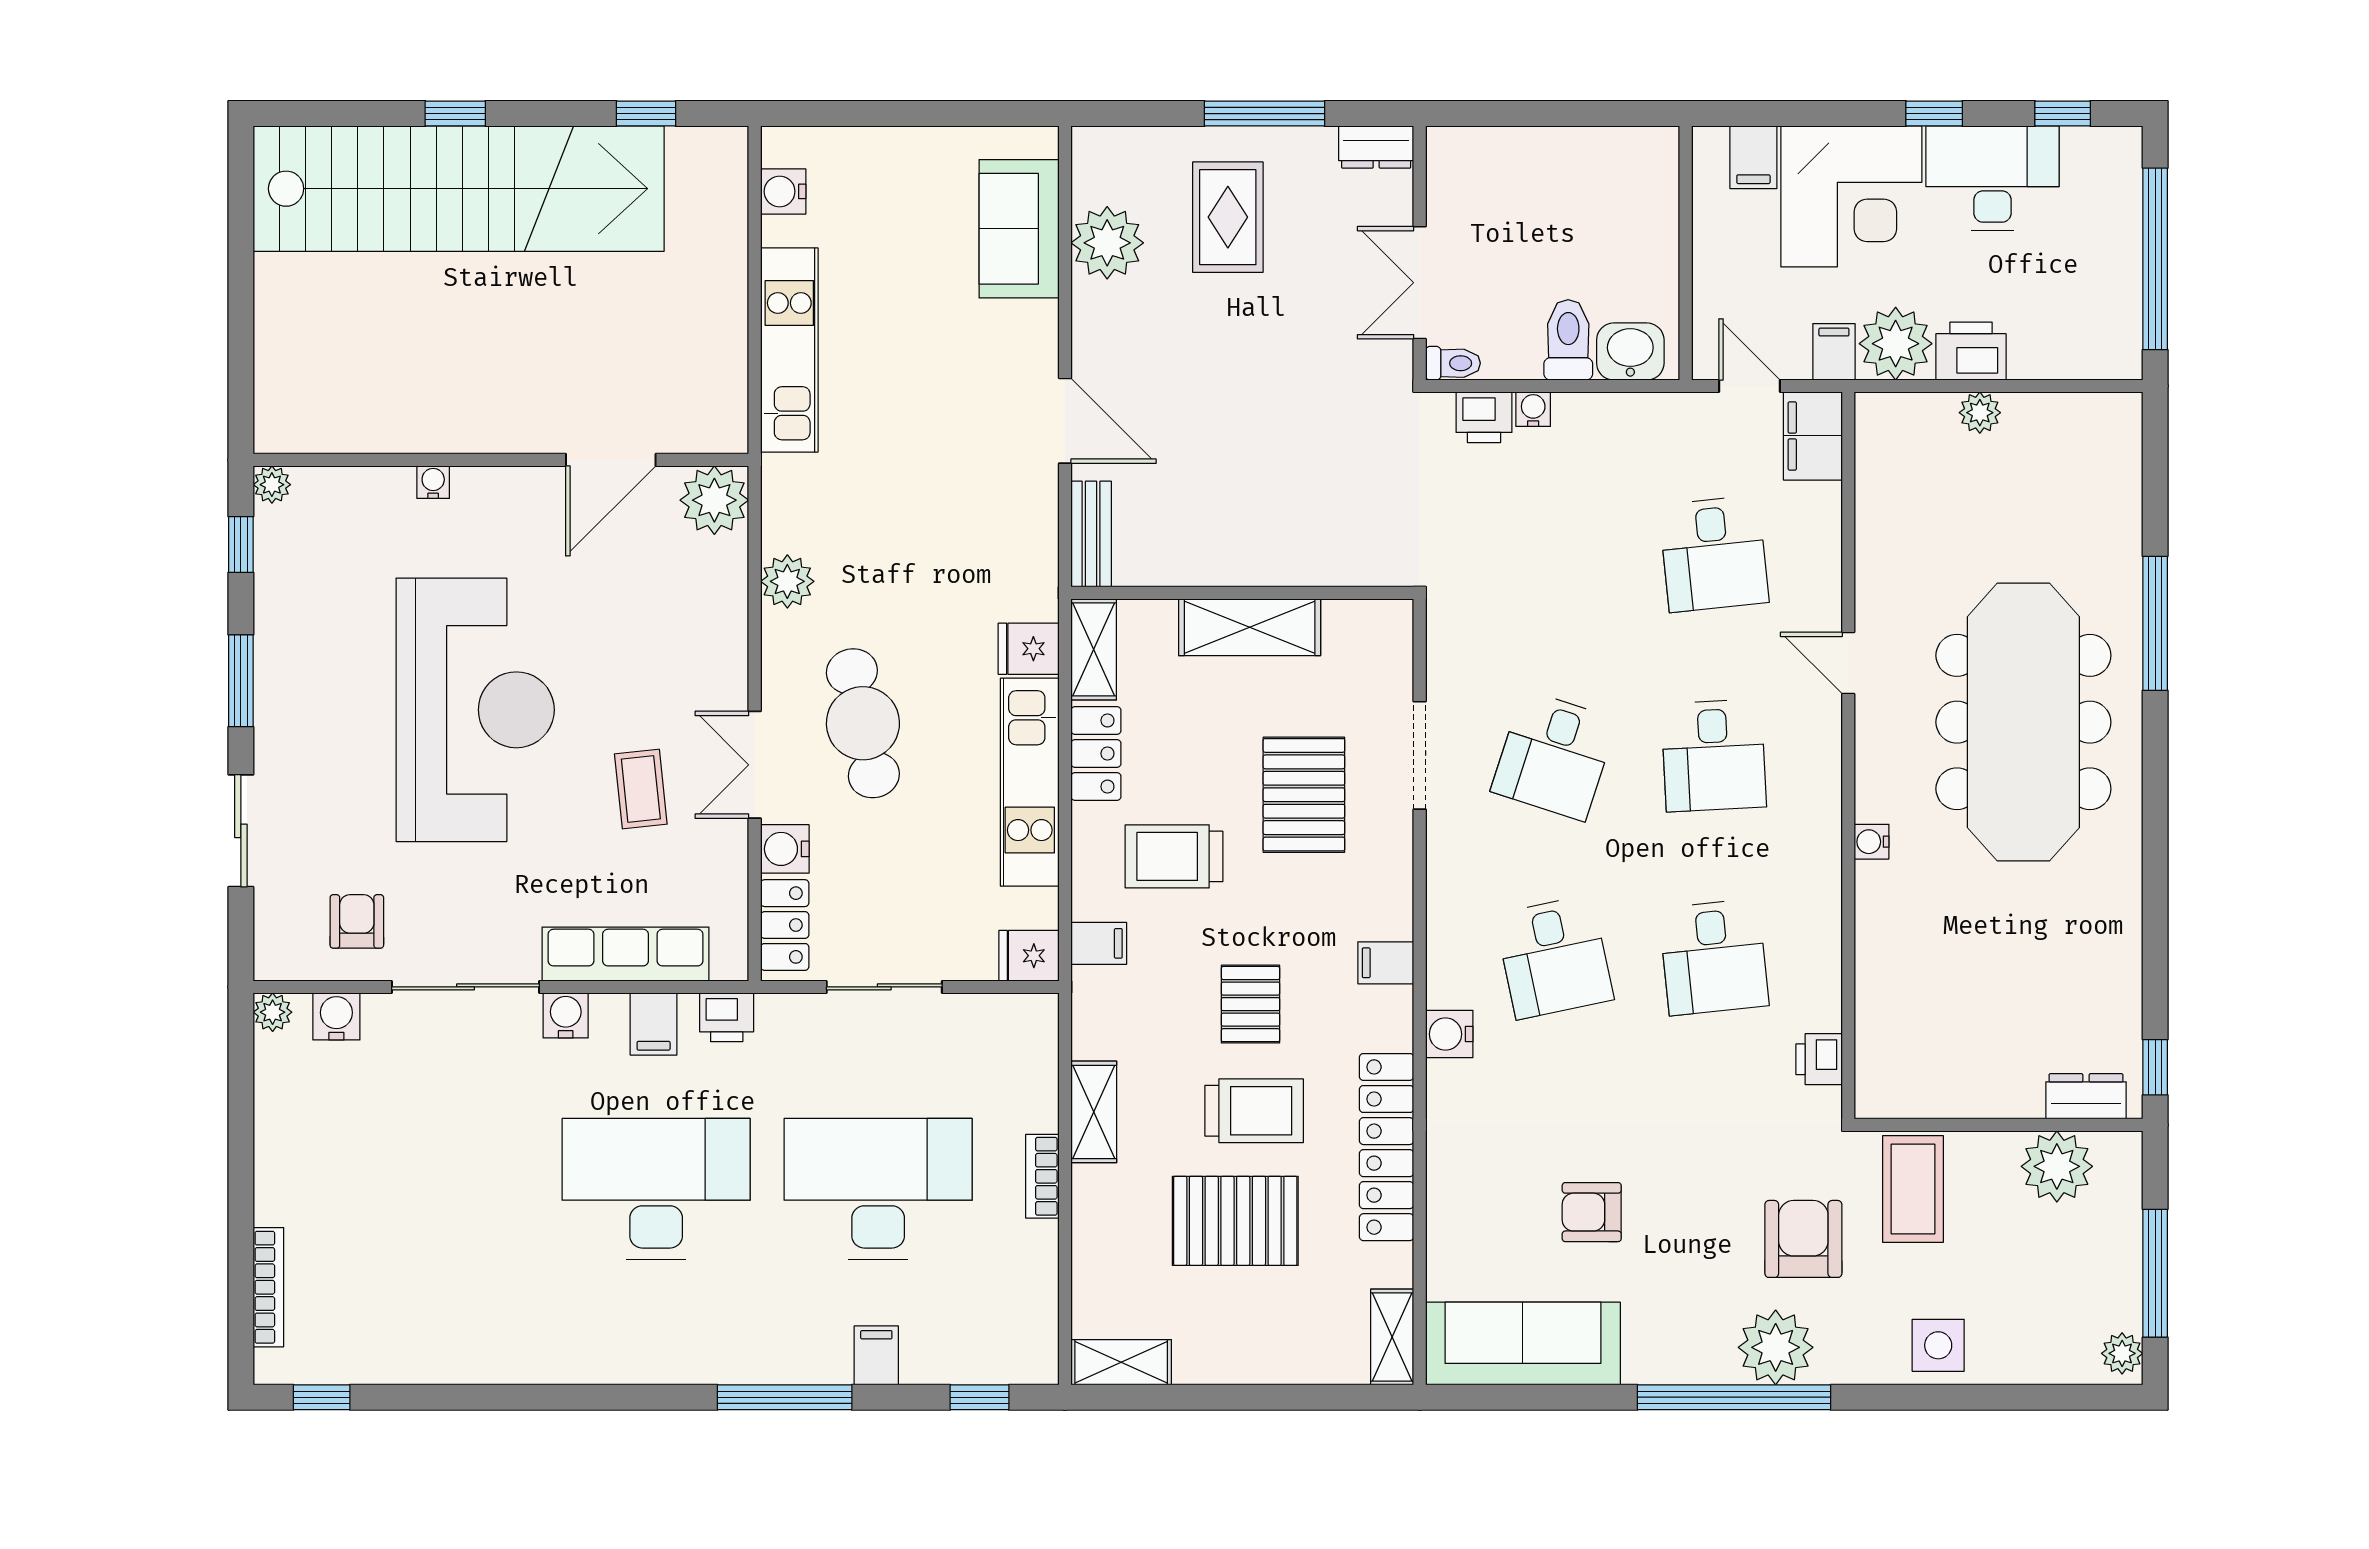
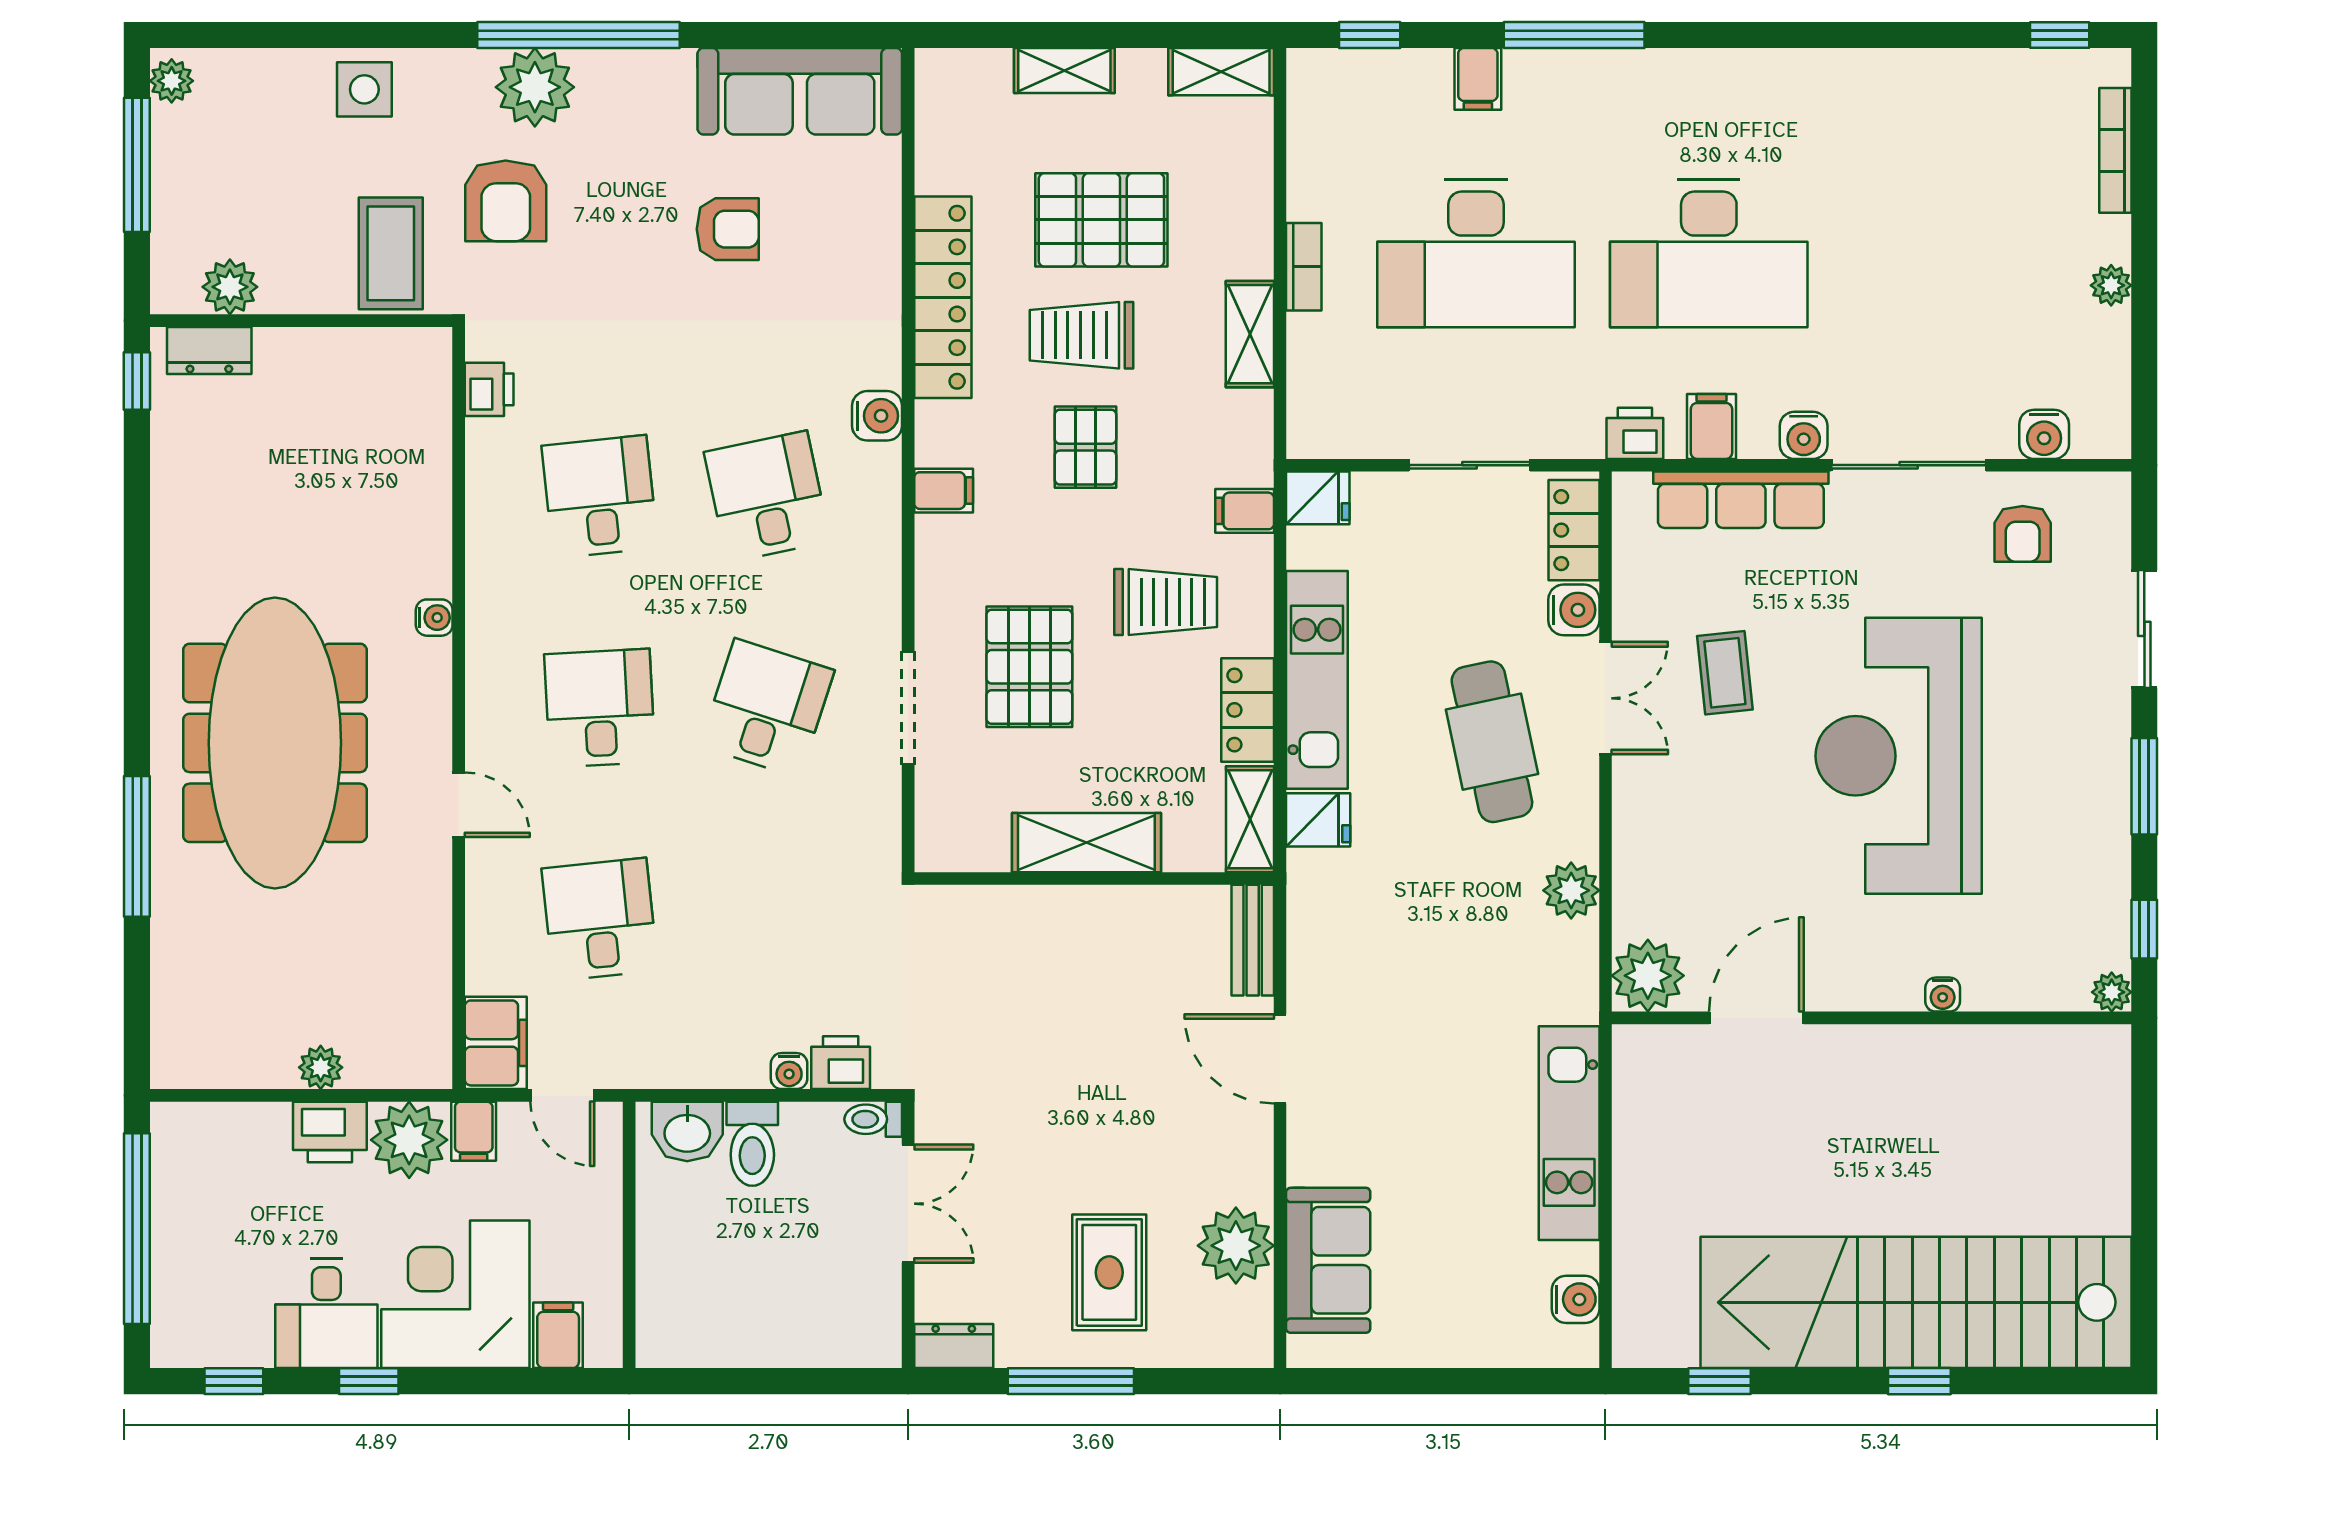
desk: (1993, 178) -> (326, 1313), width x0.73
plant: (273, 1012) -> (2111, 285), moved
plant: (2057, 1166) -> (230, 287), width x0.73, depth x0.73
shelving: (1392, 1337) -> (1064, 70), moved, turned 90

